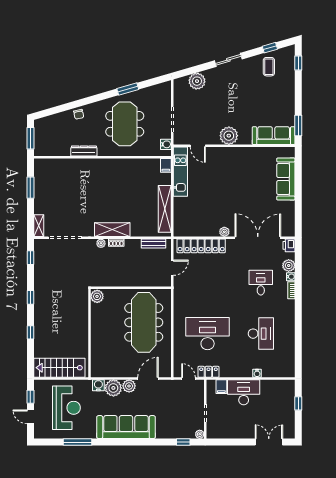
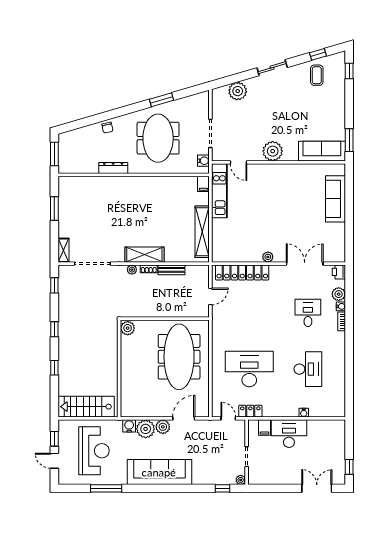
double door: (258, 238) -> (305, 264), width x0.73
bench: (154, 243) -> (171, 270), moved
window: (298, 403) -> (349, 467), moved

